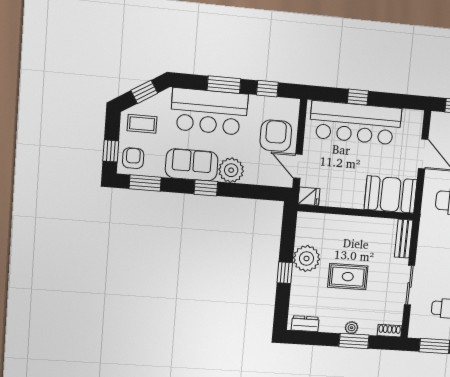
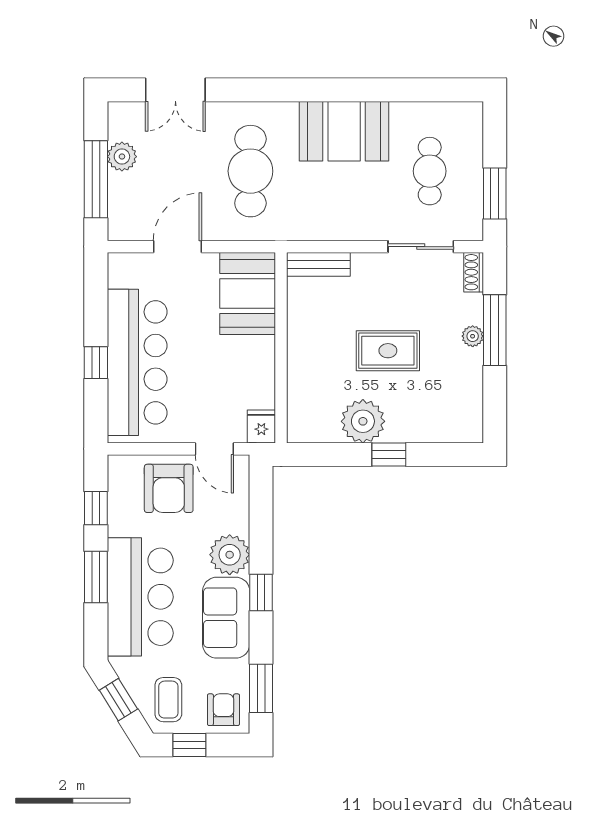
armchair: (276, 136) -> (169, 488), turned -90
window: (111, 151) -> (189, 745), moved
armchair: (133, 158) -> (223, 710), turned 90
door: (298, 166) -> (214, 449), hinge flipped
rug: (348, 277) -> (388, 351), turned 90
sliding door: (410, 285) -> (421, 247), moved
dresser: (305, 324) -> (471, 414), removed
window: (354, 341) -> (495, 330), width x1.44

